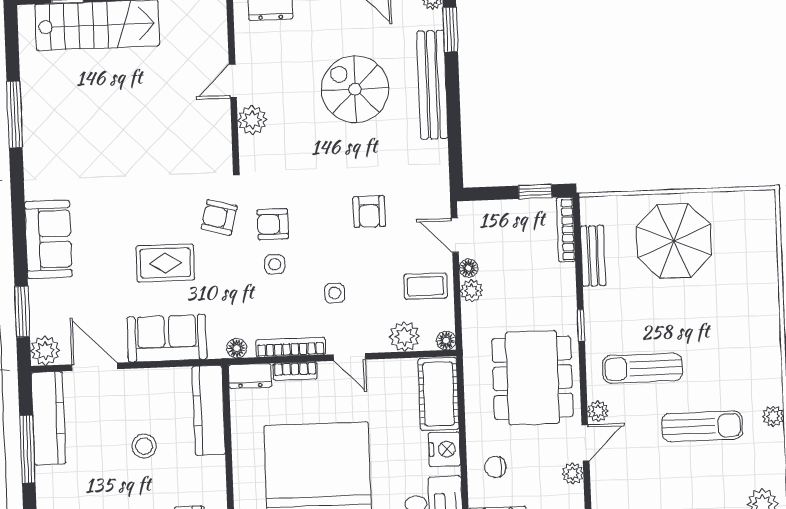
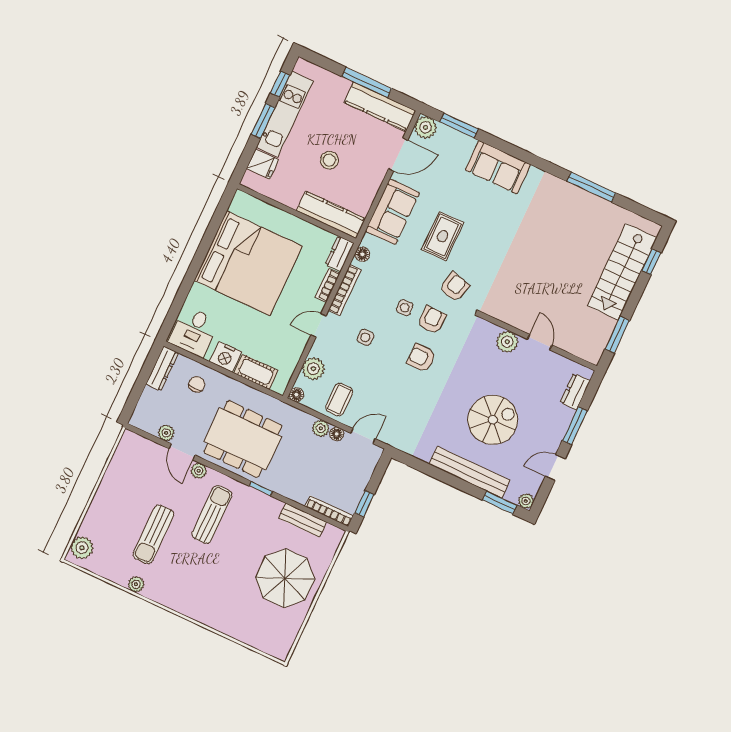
armchair: (369, 212) -> (421, 358), moved
cot: (438, 394) -> (256, 372), width x0.73, depth x0.75

